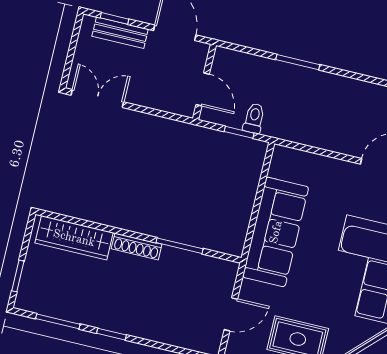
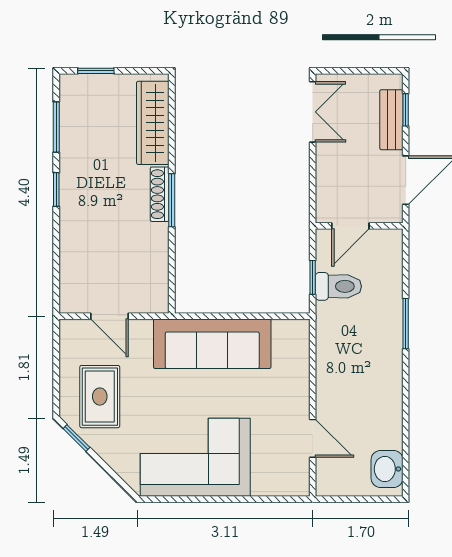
toilet: (254, 118) -> (338, 286), width x1.37, depth x1.39
window: (180, 246) -> (172, 200), moved

